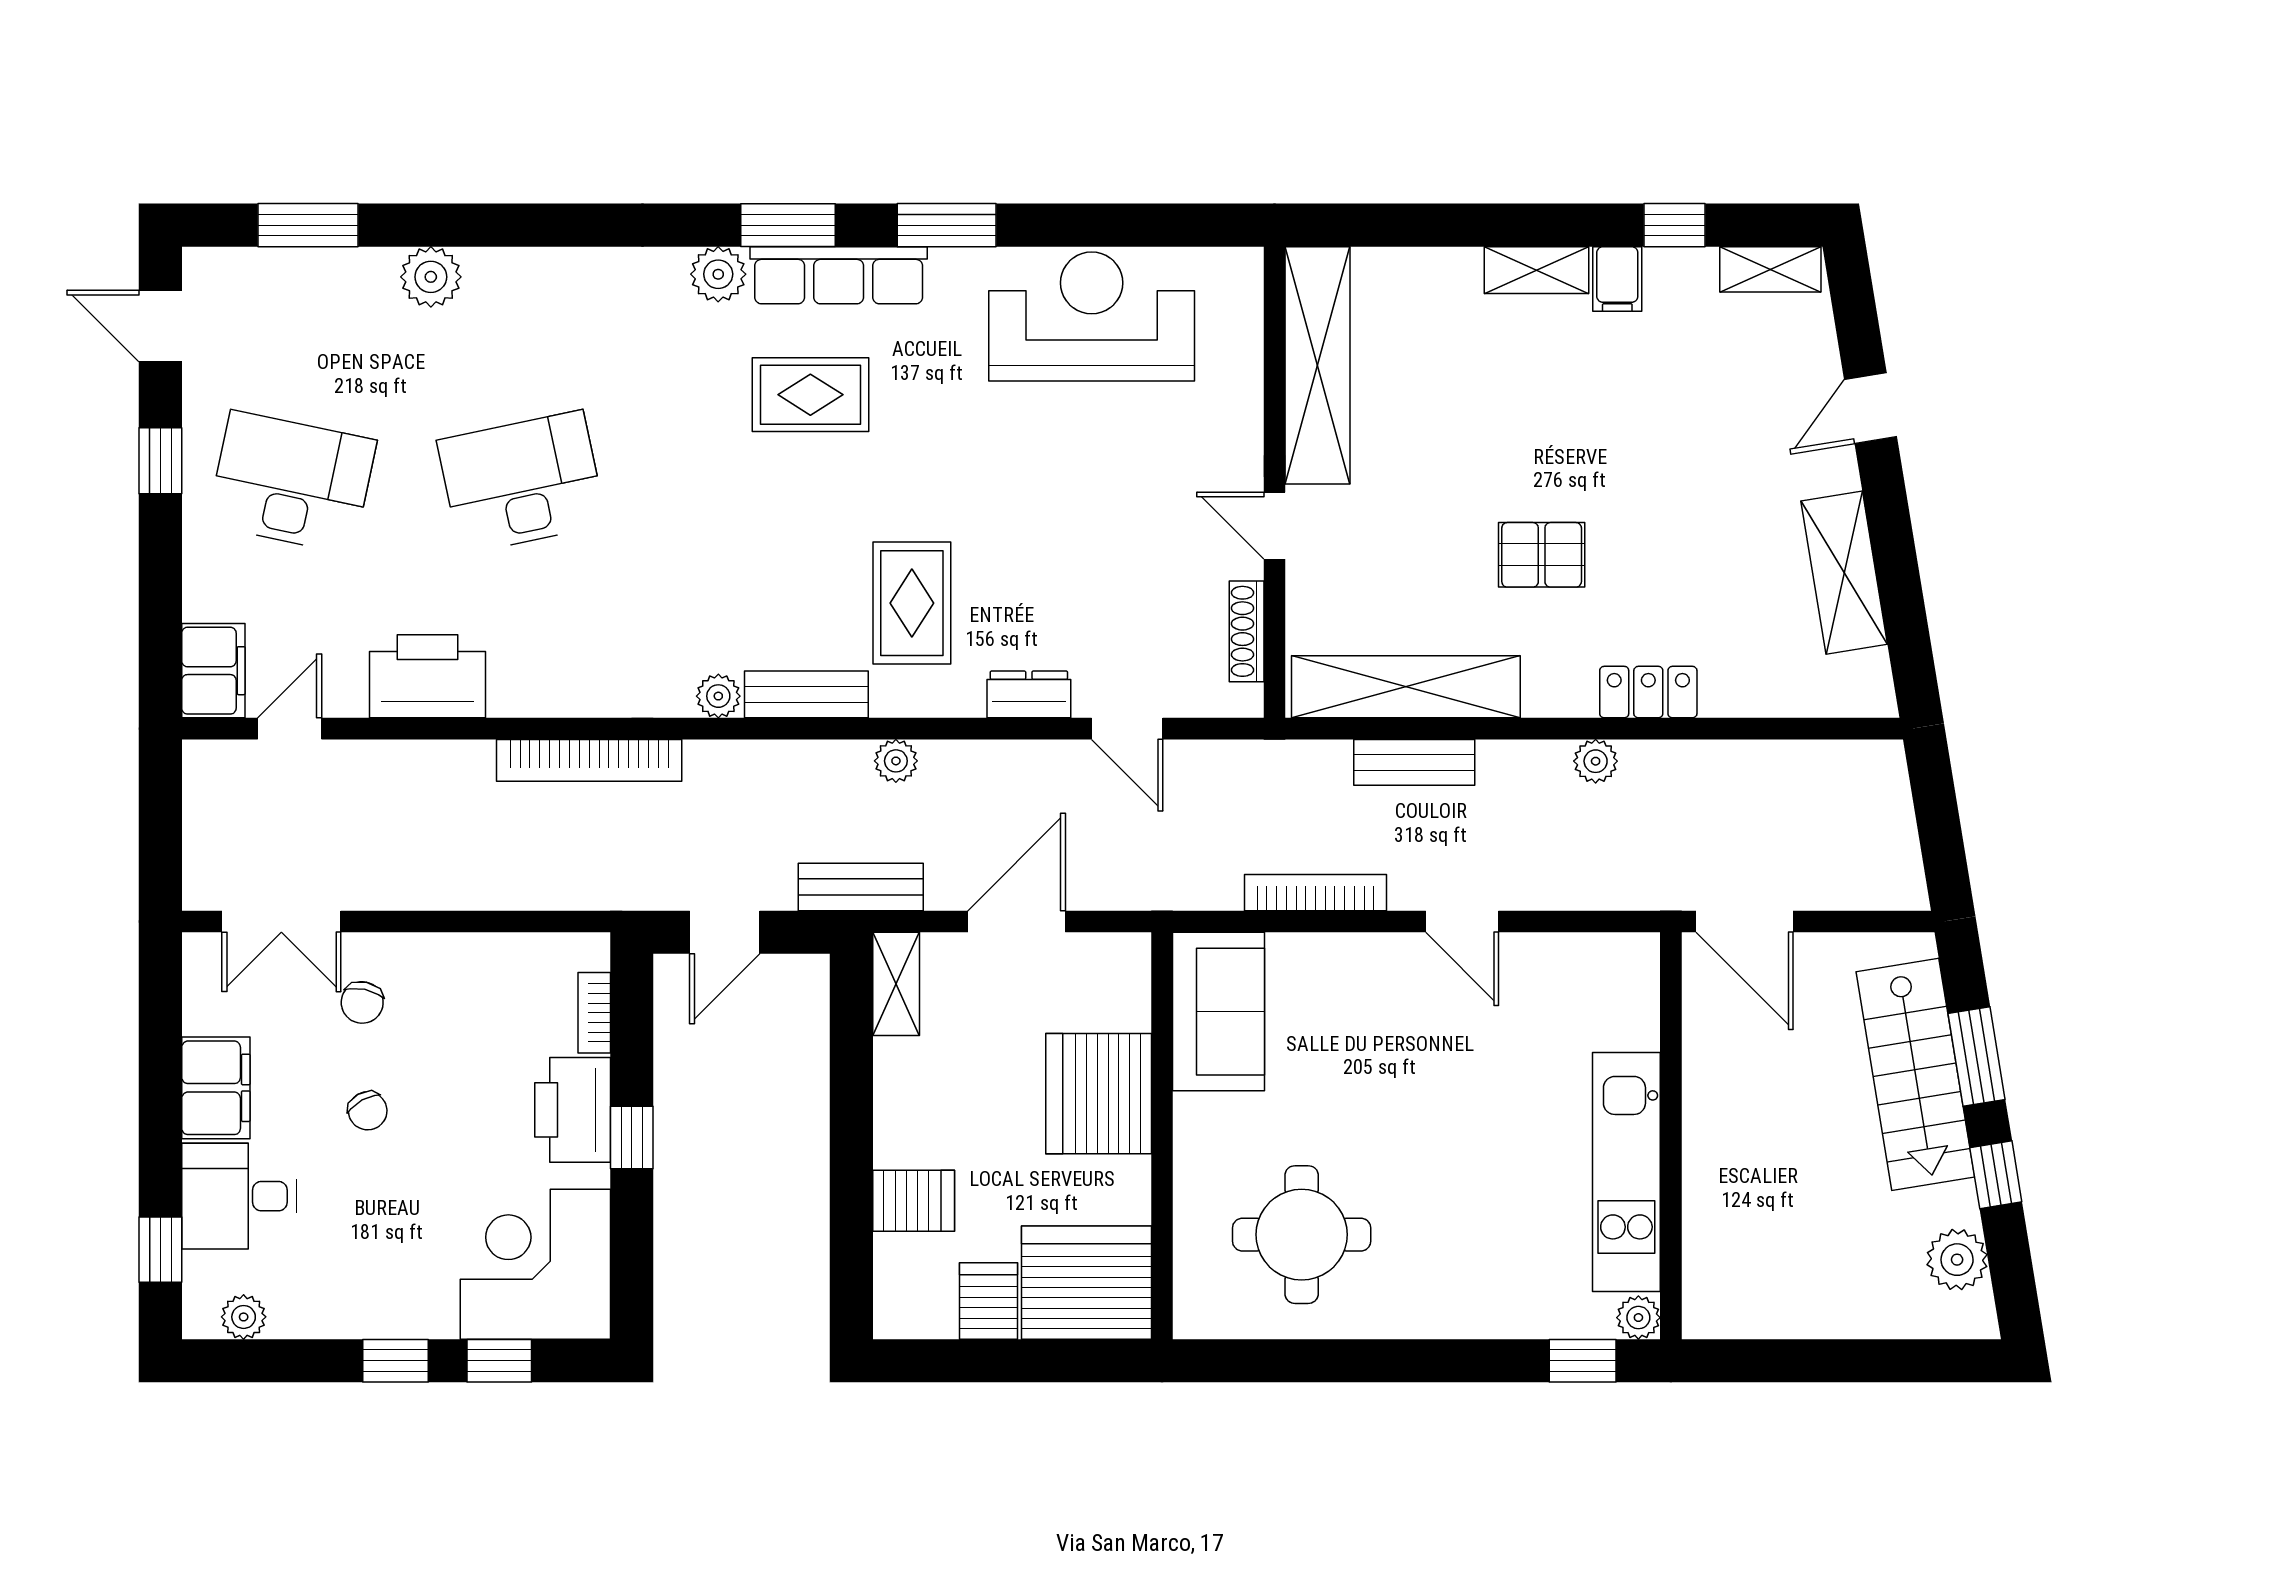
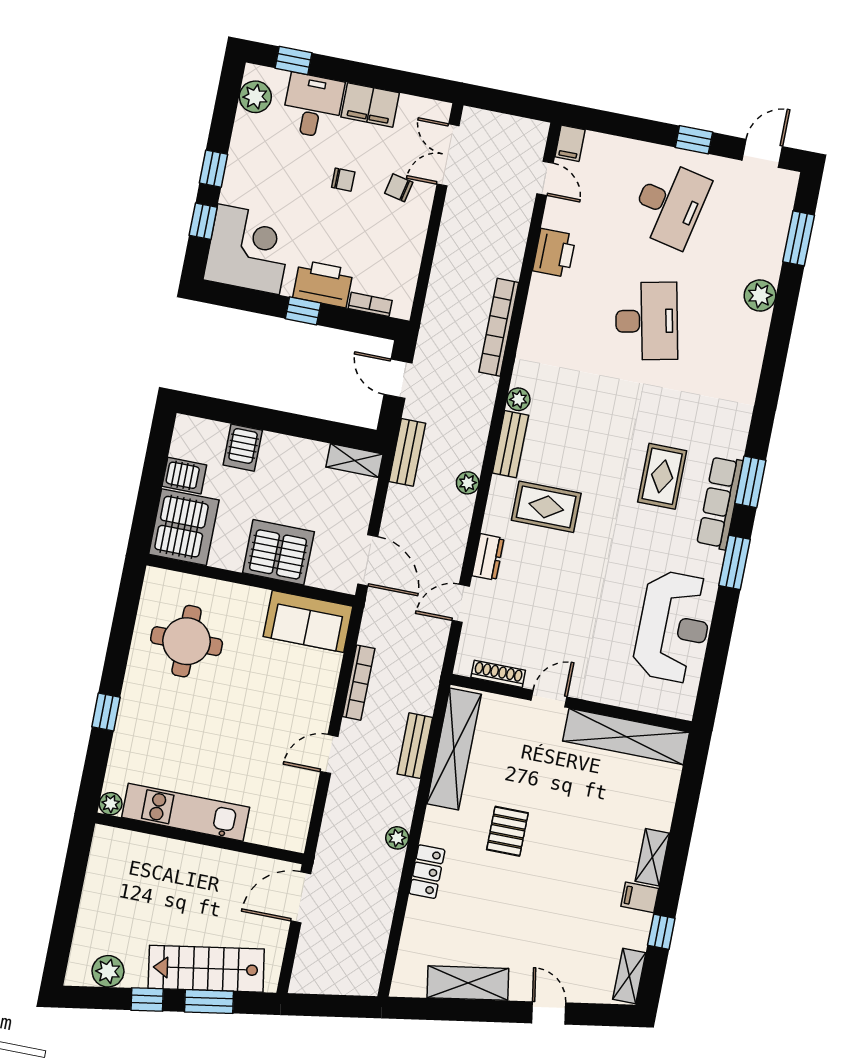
plant: (718, 274) -> (732, 442), removed
filing cabinet: (213, 671) -> (570, 143), width x0.50
printer: (427, 676) -> (554, 253), width x0.73, depth x0.84
door: (1017, 921) -> (368, 560), moved
chair: (368, 1111) -> (343, 180), turned -151
plant: (244, 1317) -> (255, 97), width x1.38, depth x1.38
window: (1583, 1361) -> (106, 712), moved

